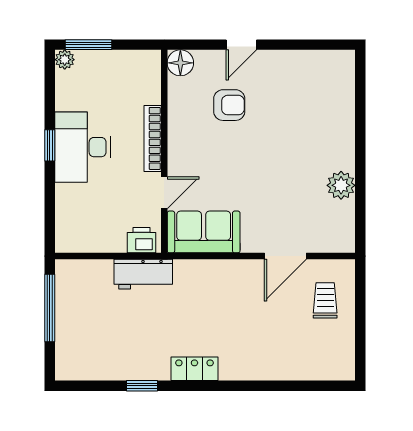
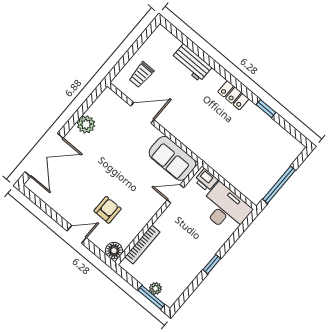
plant: (65, 60) -> (155, 288), moved
armchair: (229, 105) -> (108, 210), turned 90
double door: (360, 106) -> (44, 155), added
bookcase: (153, 138) -> (142, 245), moved
desk: (83, 147) -> (225, 208), moved, turned -90
workbench: (143, 274) -> (192, 63), moved, turned 180

